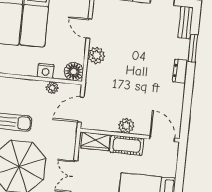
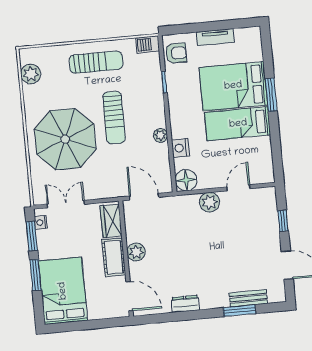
bench: (185, 22) -> (248, 298), moved
dresser: (180, 71) -> (185, 304), moved
plant: (52, 88) -> (161, 135), moved
door: (162, 139) -> (129, 296), hinge flipped

